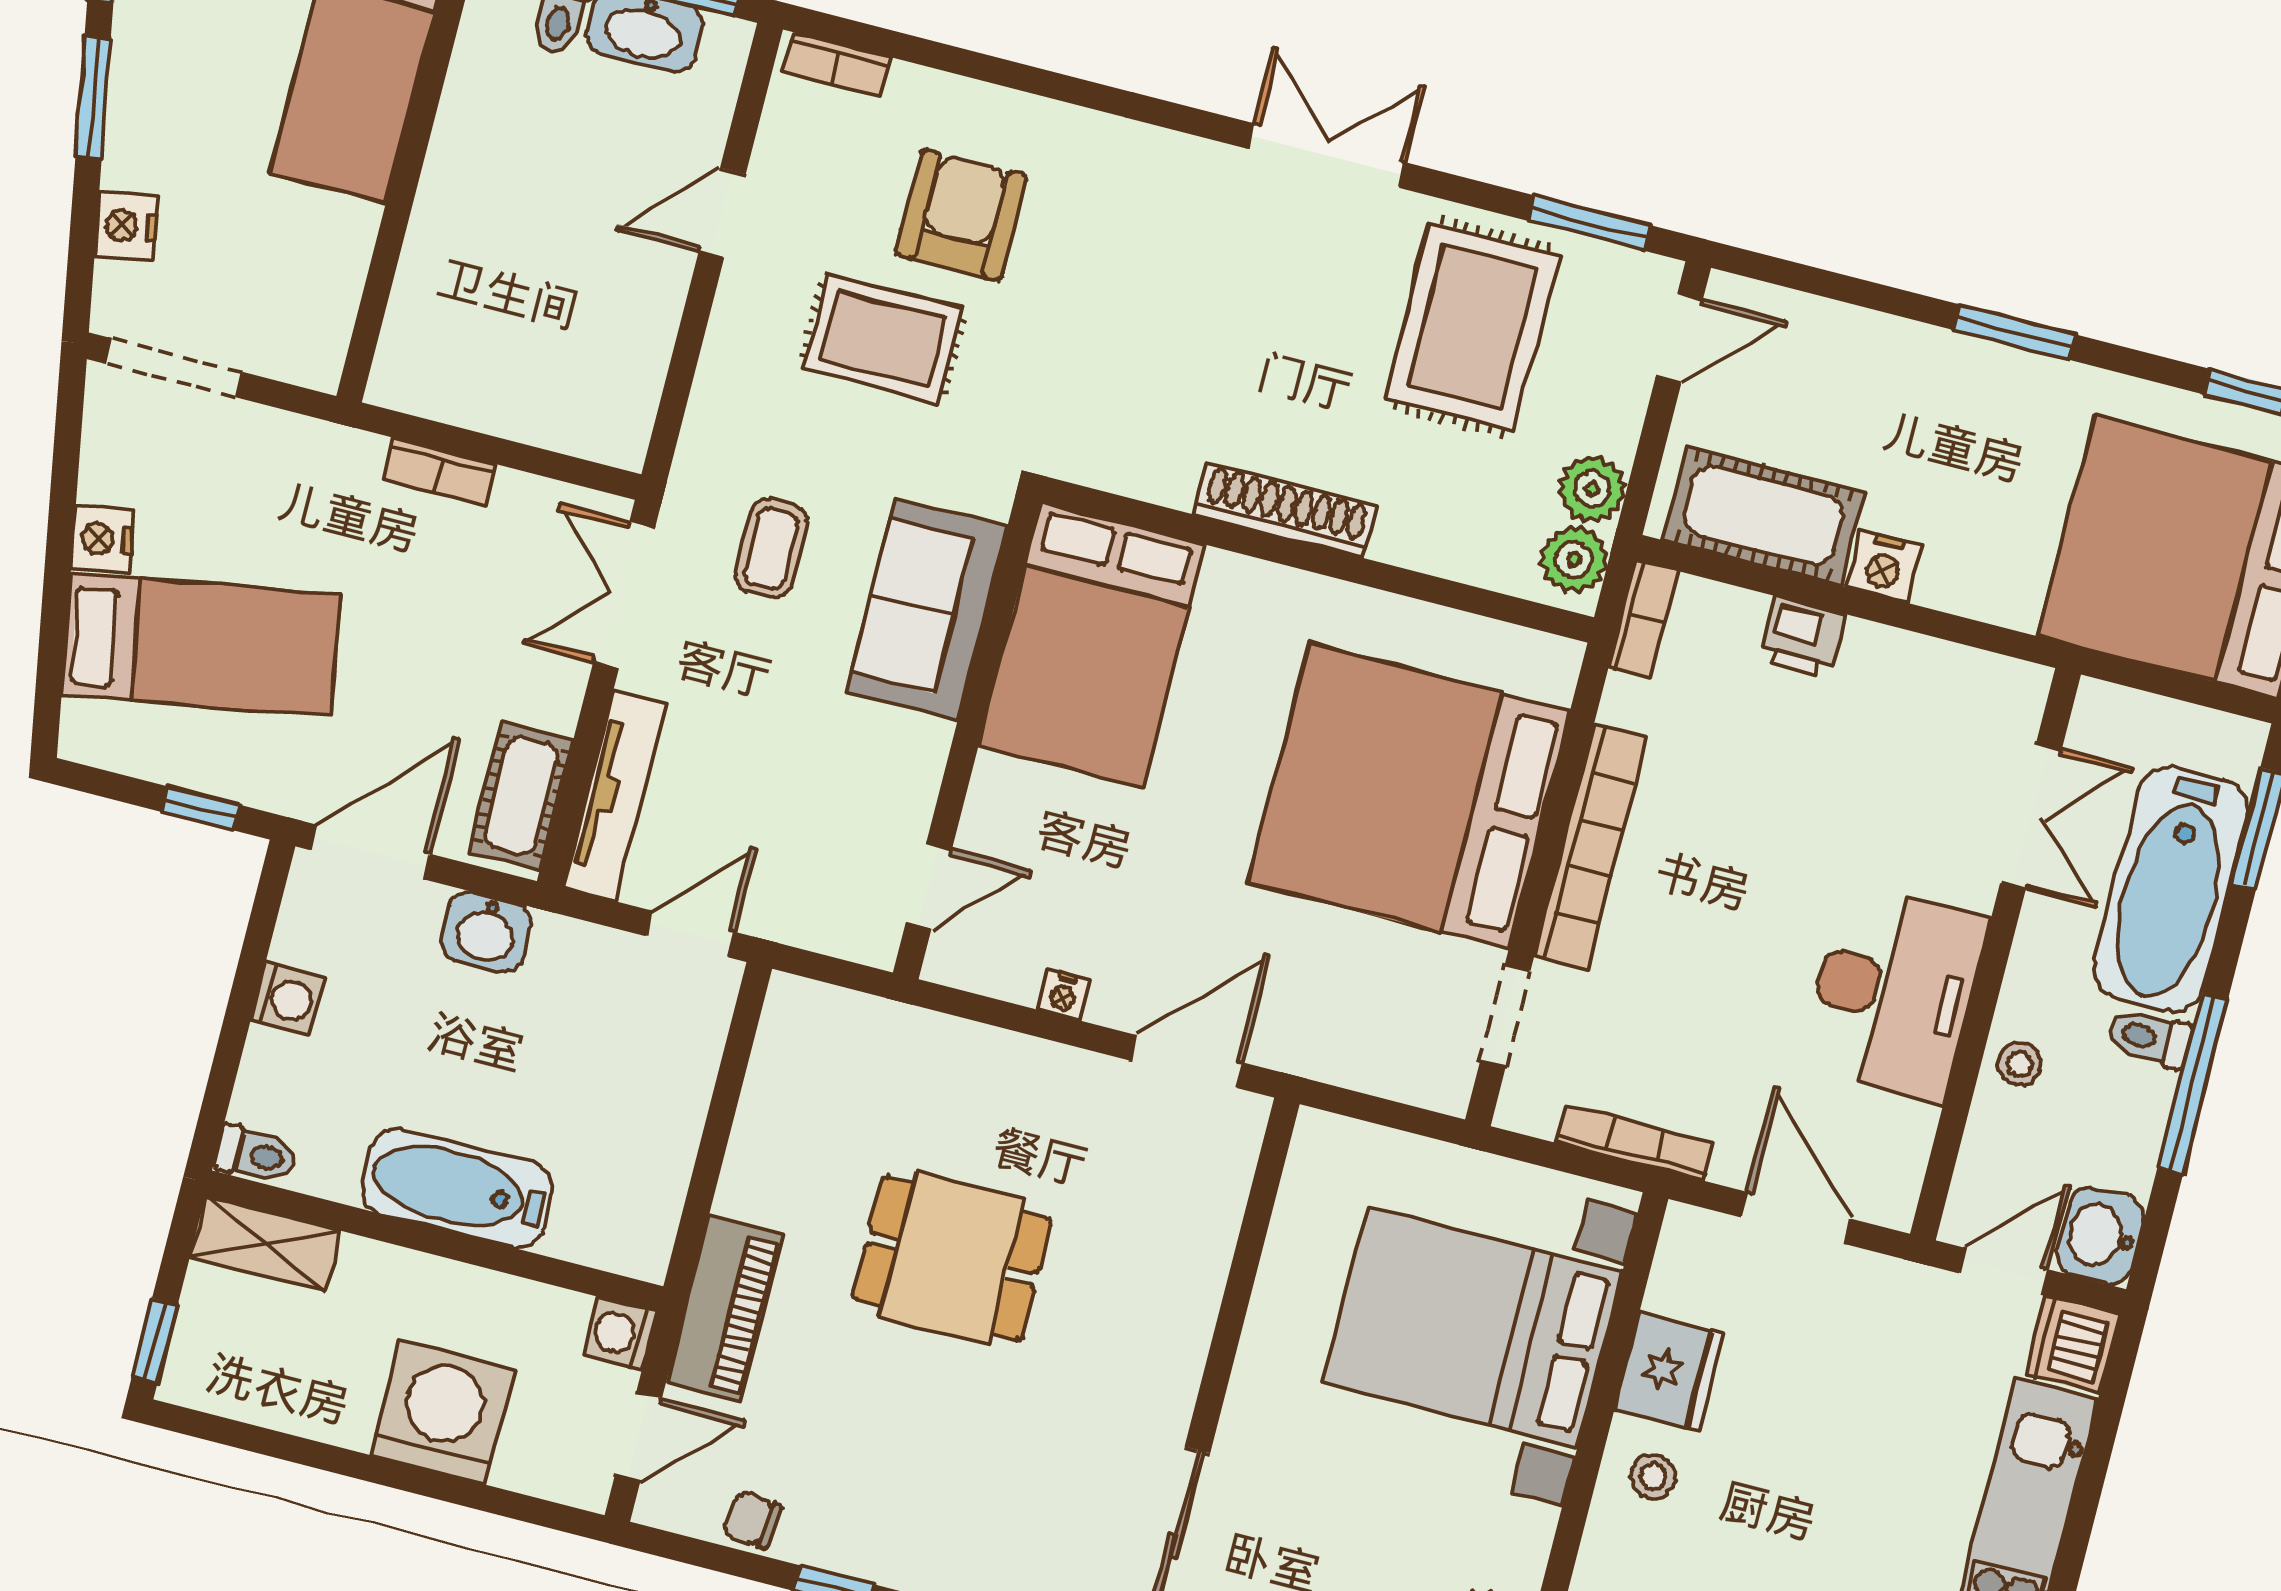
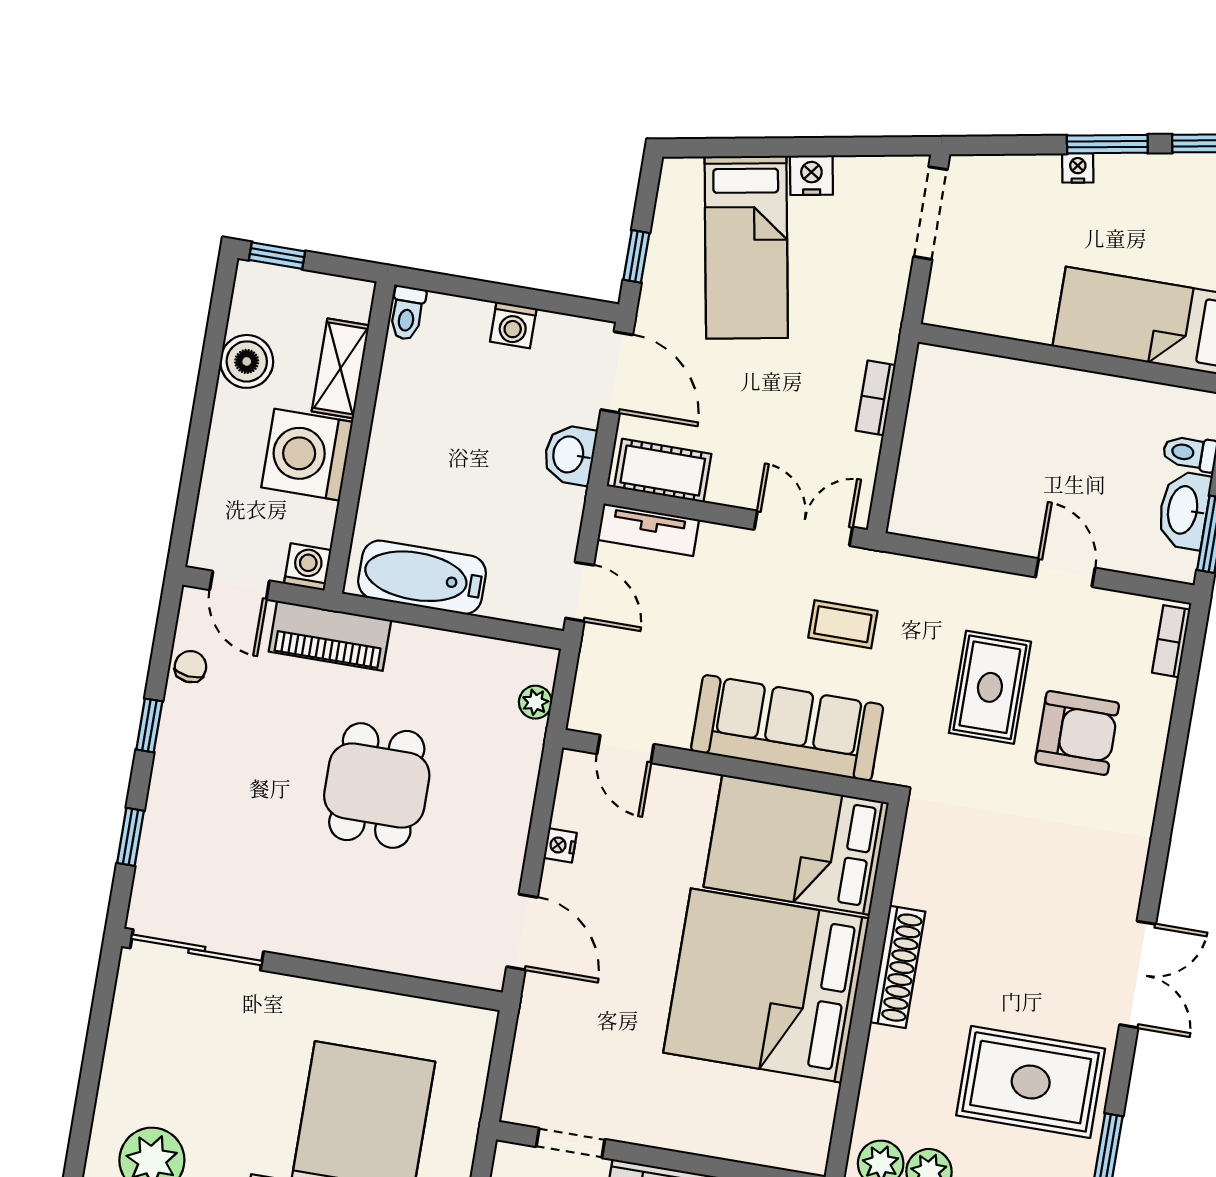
nightstand: (126, 226) -> (1078, 168), moved, width x0.72, depth x0.74
sofa: (927, 609) -> (787, 728), width x1.36
tv unit: (614, 796) -> (648, 530), width x0.71
bed: (1409, 796) -> (766, 986), moved, turned -90
plant: (848, 1013) -> (535, 702), added
bathtub: (457, 1188) -> (422, 577), moved, turned -90
shelving: (265, 1244) -> (341, 368), moved
boiler: (308, 1398) -> (247, 361), added
washing machine: (443, 1412) -> (307, 455), moved, turned 180

